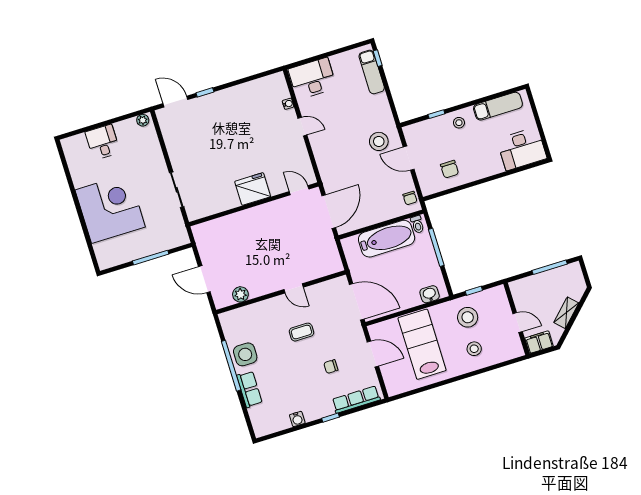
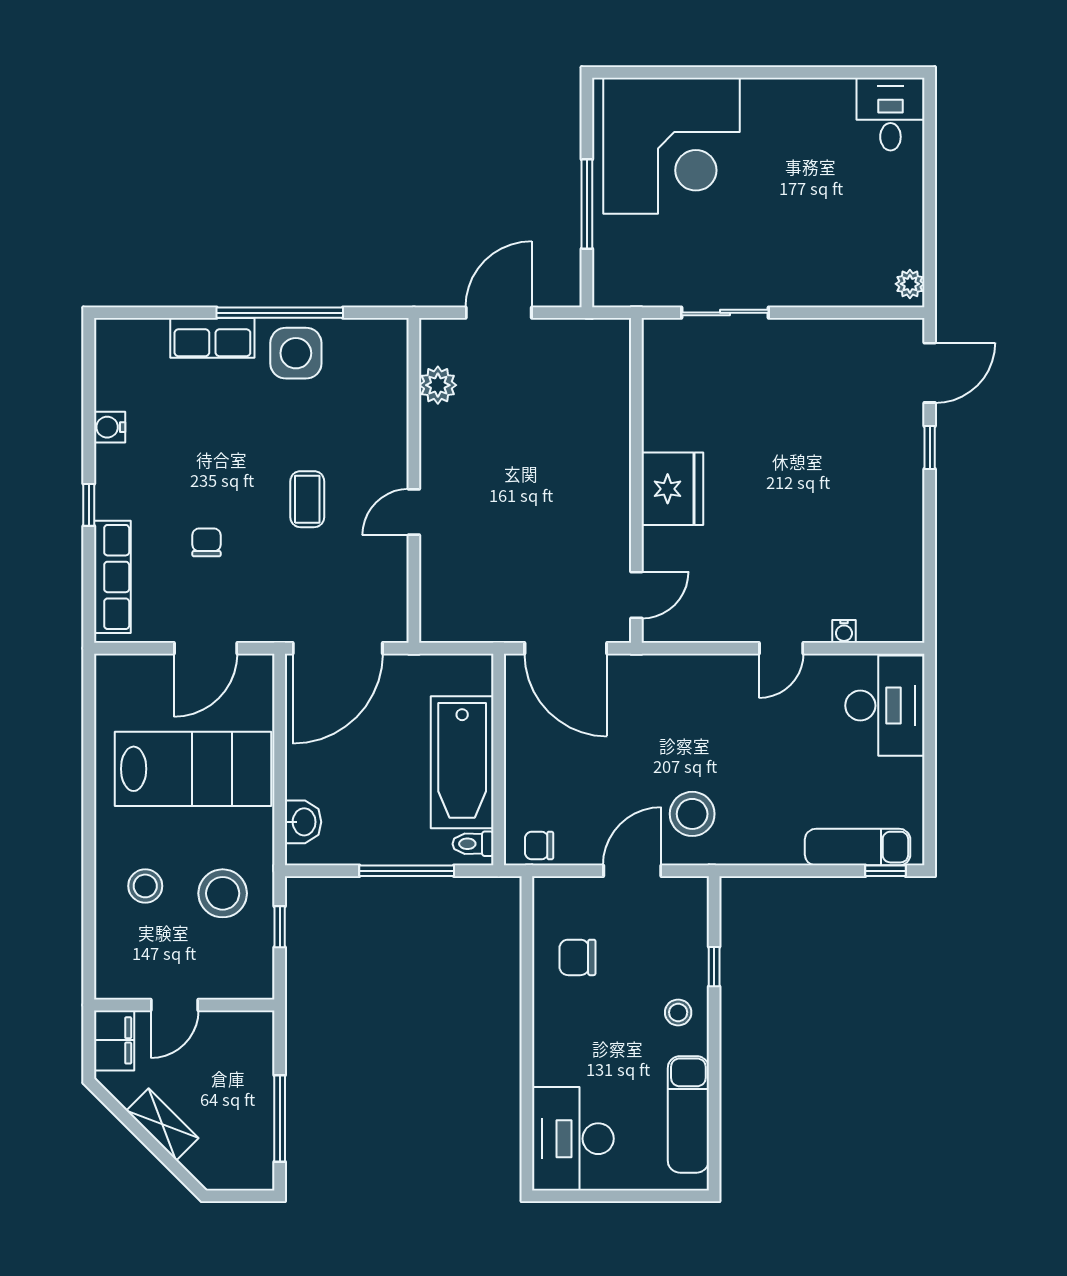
desk: (103, 142) -> (890, 114), moved, turned -90
corner desk: (110, 208) -> (671, 146), moved

